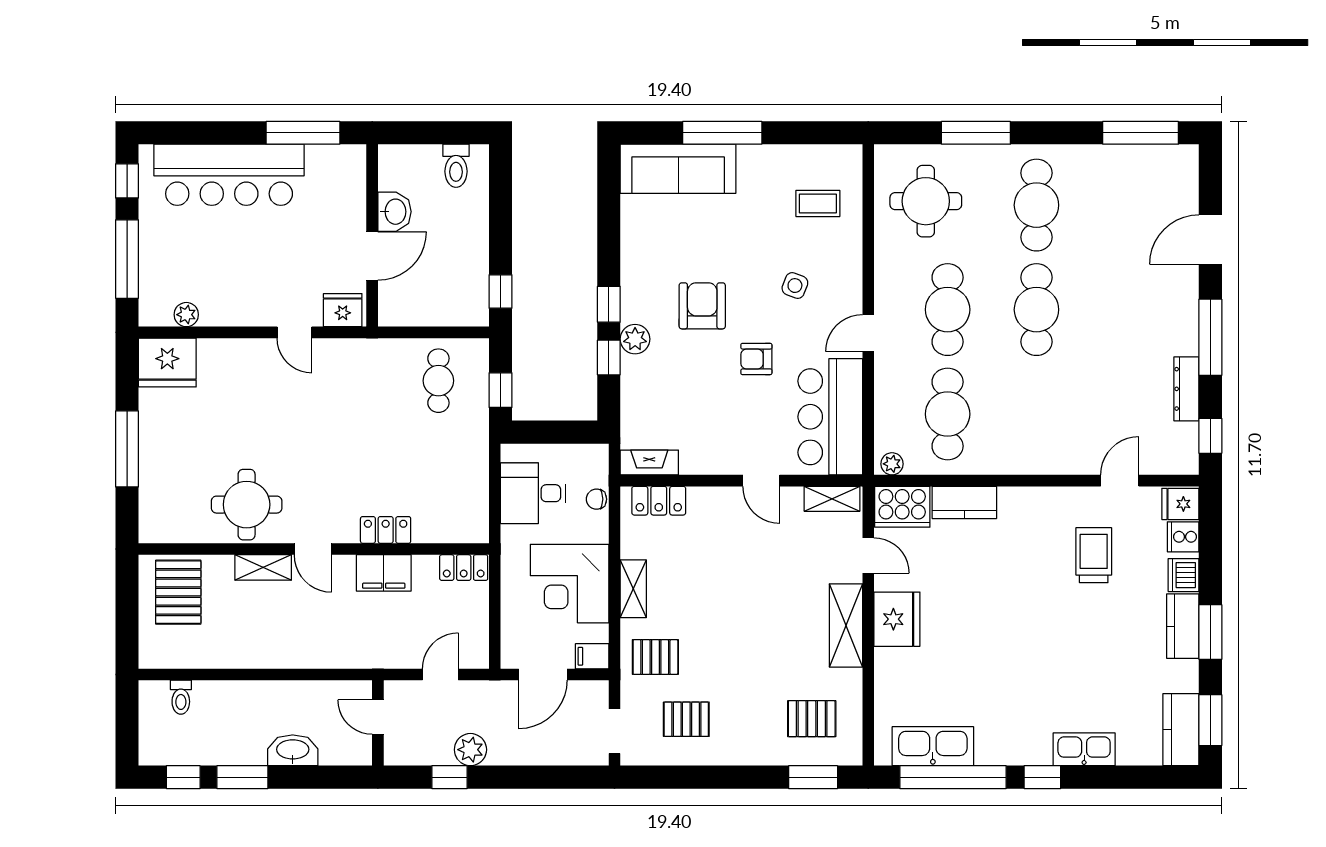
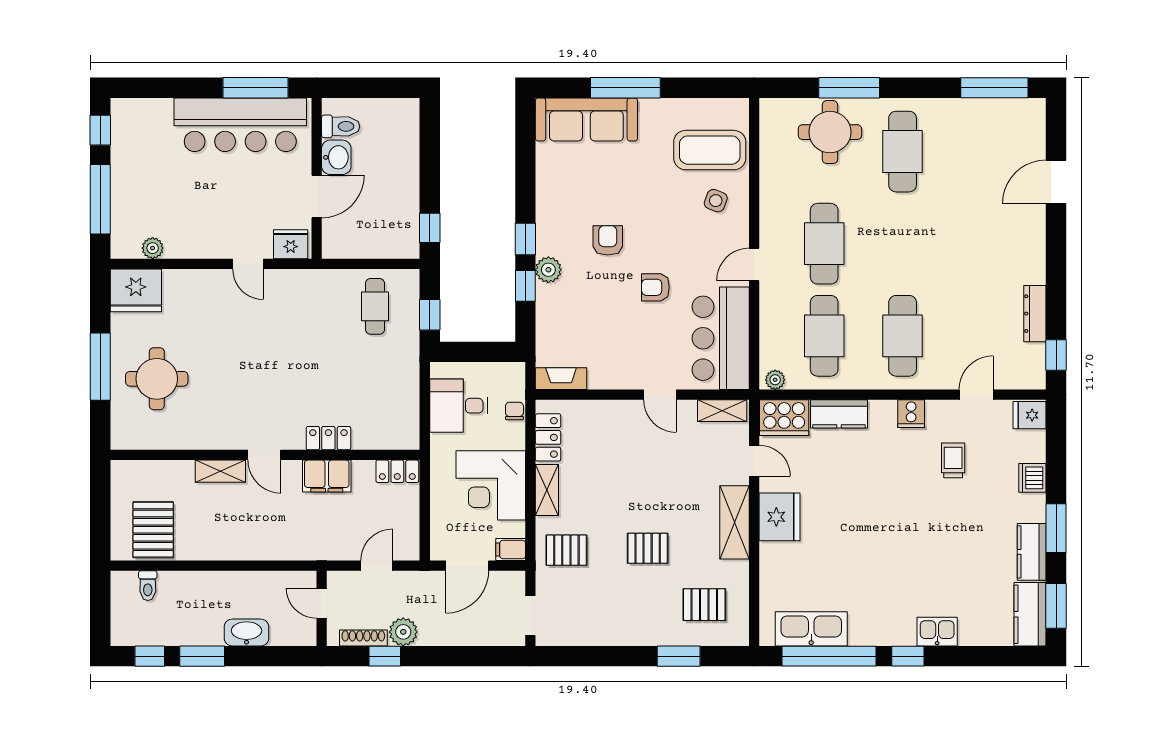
toilet: (456, 166) -> (341, 126), moved, turned -90
bar counter: (229, 175) -> (240, 125), moved
round table: (926, 201) -> (830, 132), moved
coffee table: (818, 203) -> (710, 150), width x1.86, depth x1.72
side table: (795, 286) -> (716, 201), moved
armchair: (702, 306) -> (608, 240), width x0.72, depth x0.72
cafe table: (1036, 310) -> (903, 336), moved
window: (1210, 337) -> (1056, 268), removed
chair: (596, 499) -> (514, 411), turned 90
locker: (659, 501) -> (548, 437), moved, turned -90
round table: (247, 505) -> (157, 379), moved
cooker: (1183, 537) -> (911, 414), moved, turned -90
trolley: (1094, 555) -> (953, 460), width x0.73, depth x0.72
pallet: (178, 592) -> (153, 530), moved
kitchen counter: (1183, 626) -> (1032, 552), moved
pallet: (686, 719) -> (648, 548), moved
kitchen sink: (1084, 749) -> (937, 632), width x0.73
shoe rack: (425, 757) -> (363, 638), added
window: (813, 777) -> (679, 656), moved

